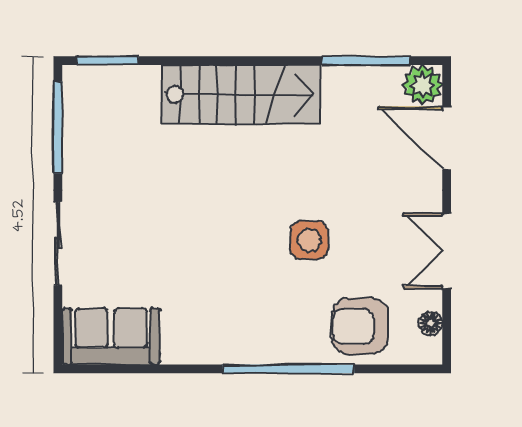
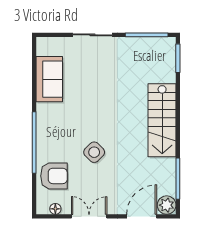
side table: (309, 240) -> (94, 152), turned 45
armchair: (360, 326) -> (54, 176), turned 90
sofa: (111, 336) -> (49, 79), moved

